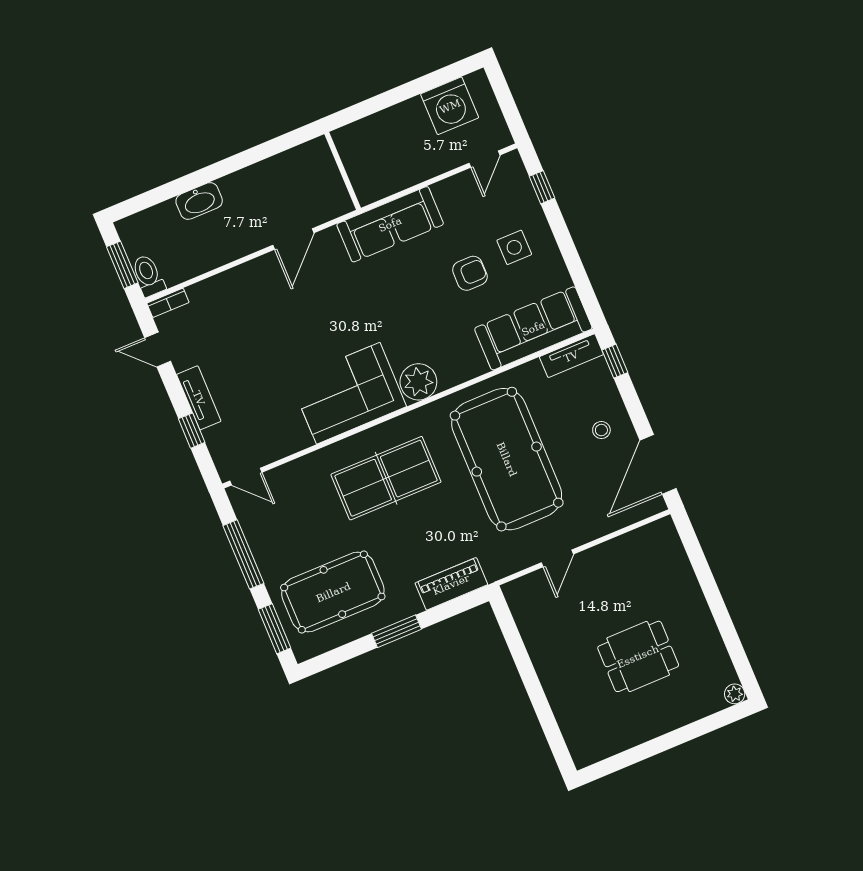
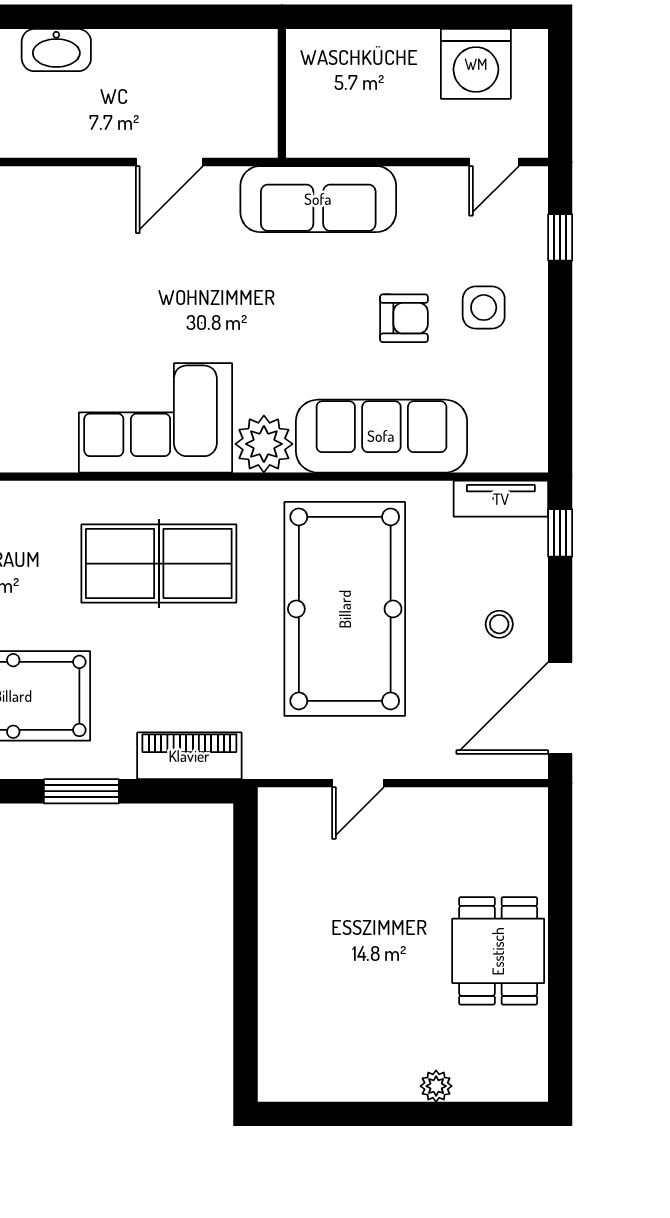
sofa: (533, 328) -> (381, 436), moved
dining table: (638, 656) -> (498, 951), moved, turned 90
plant: (735, 694) -> (436, 1086), moved

